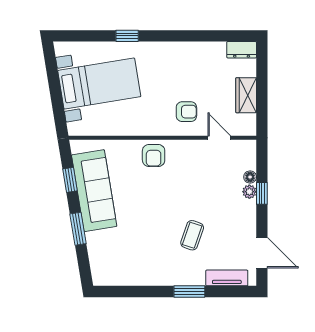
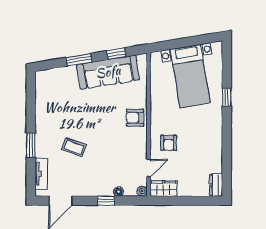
wardrobe: (246, 95) -> (164, 189), moved
plant: (249, 192) -> (142, 191), moved

